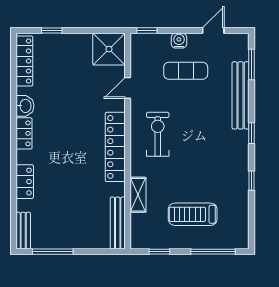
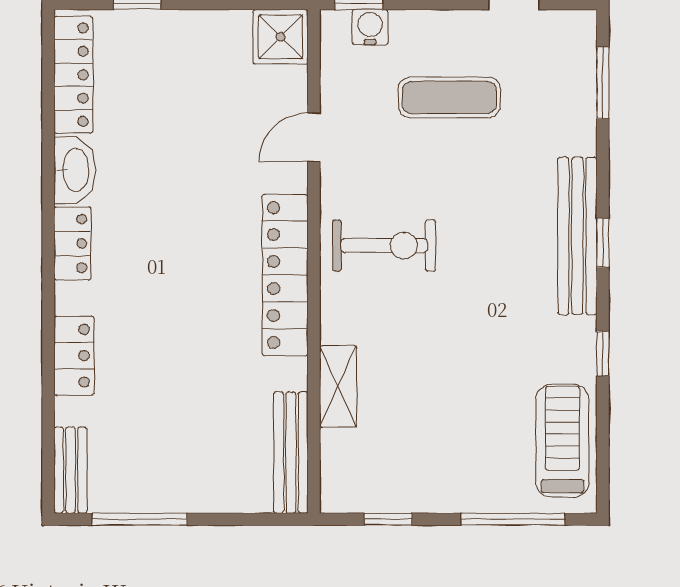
water cooler: (179, 41) -> (370, 27), moved
shower: (109, 49) -> (281, 37), width x0.73, depth x0.73
bench: (241, 95) -> (577, 236), moved
washbasin: (25, 106) -> (75, 170), width x1.38
exercise bike: (158, 134) -> (384, 245), turned 90
treadmill: (193, 214) -> (562, 441), moved, turned 90

